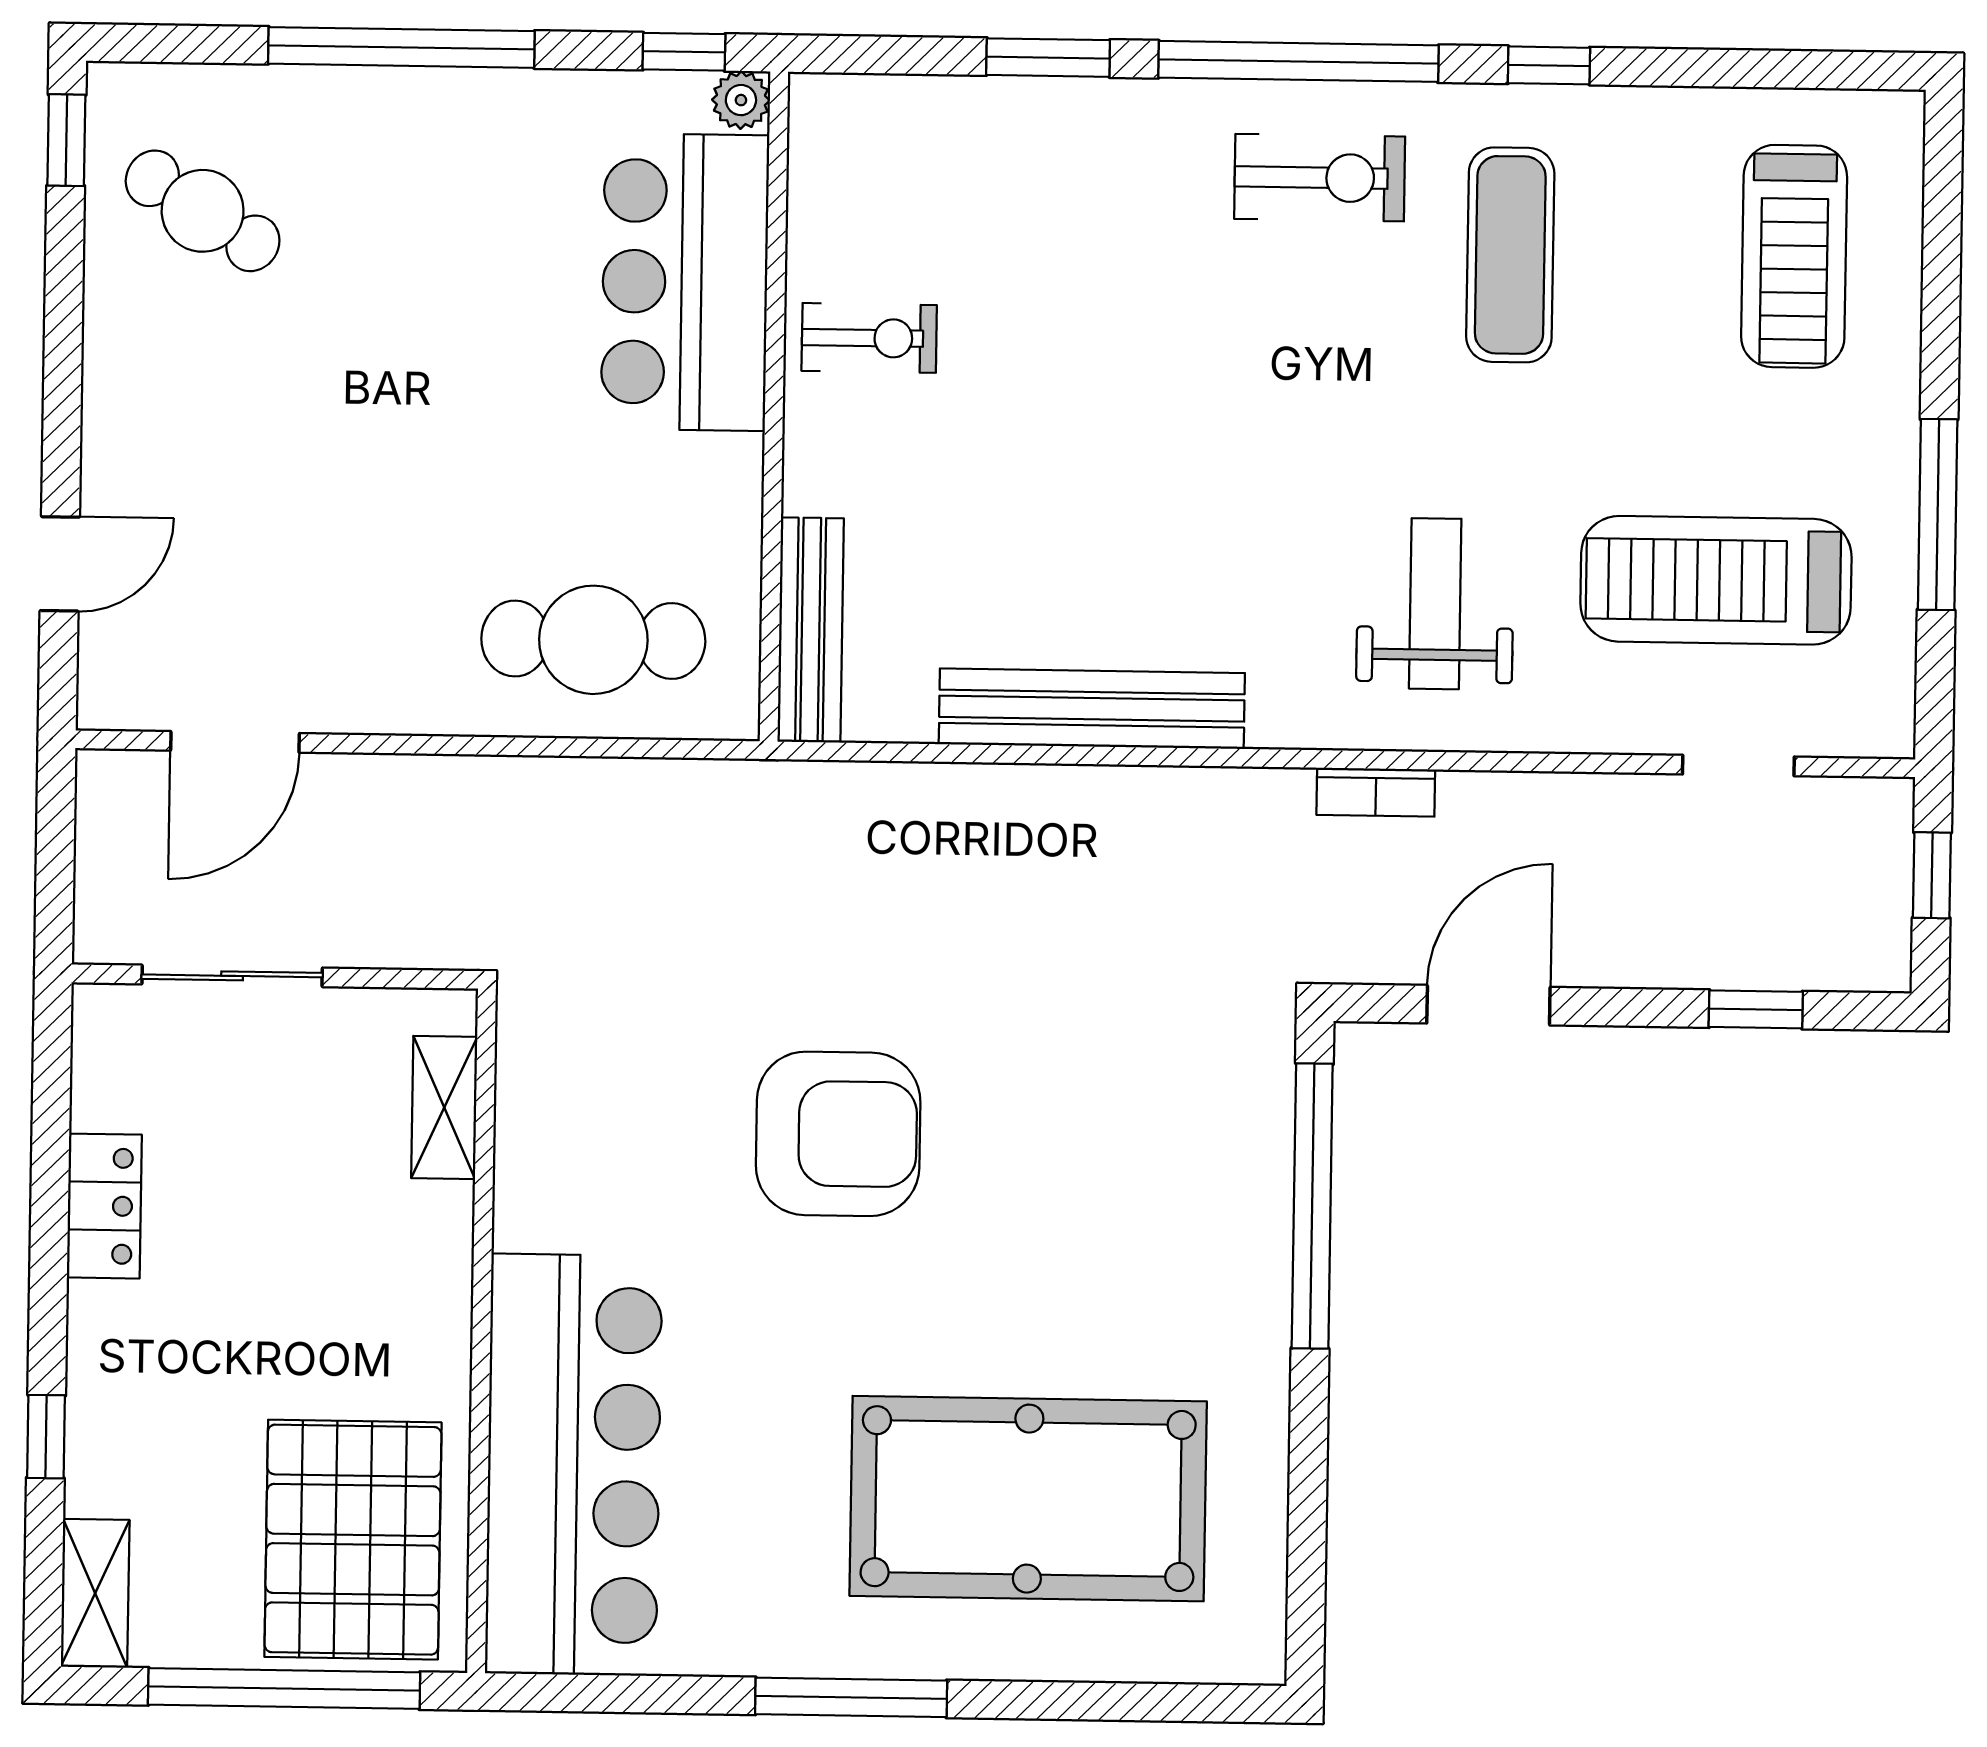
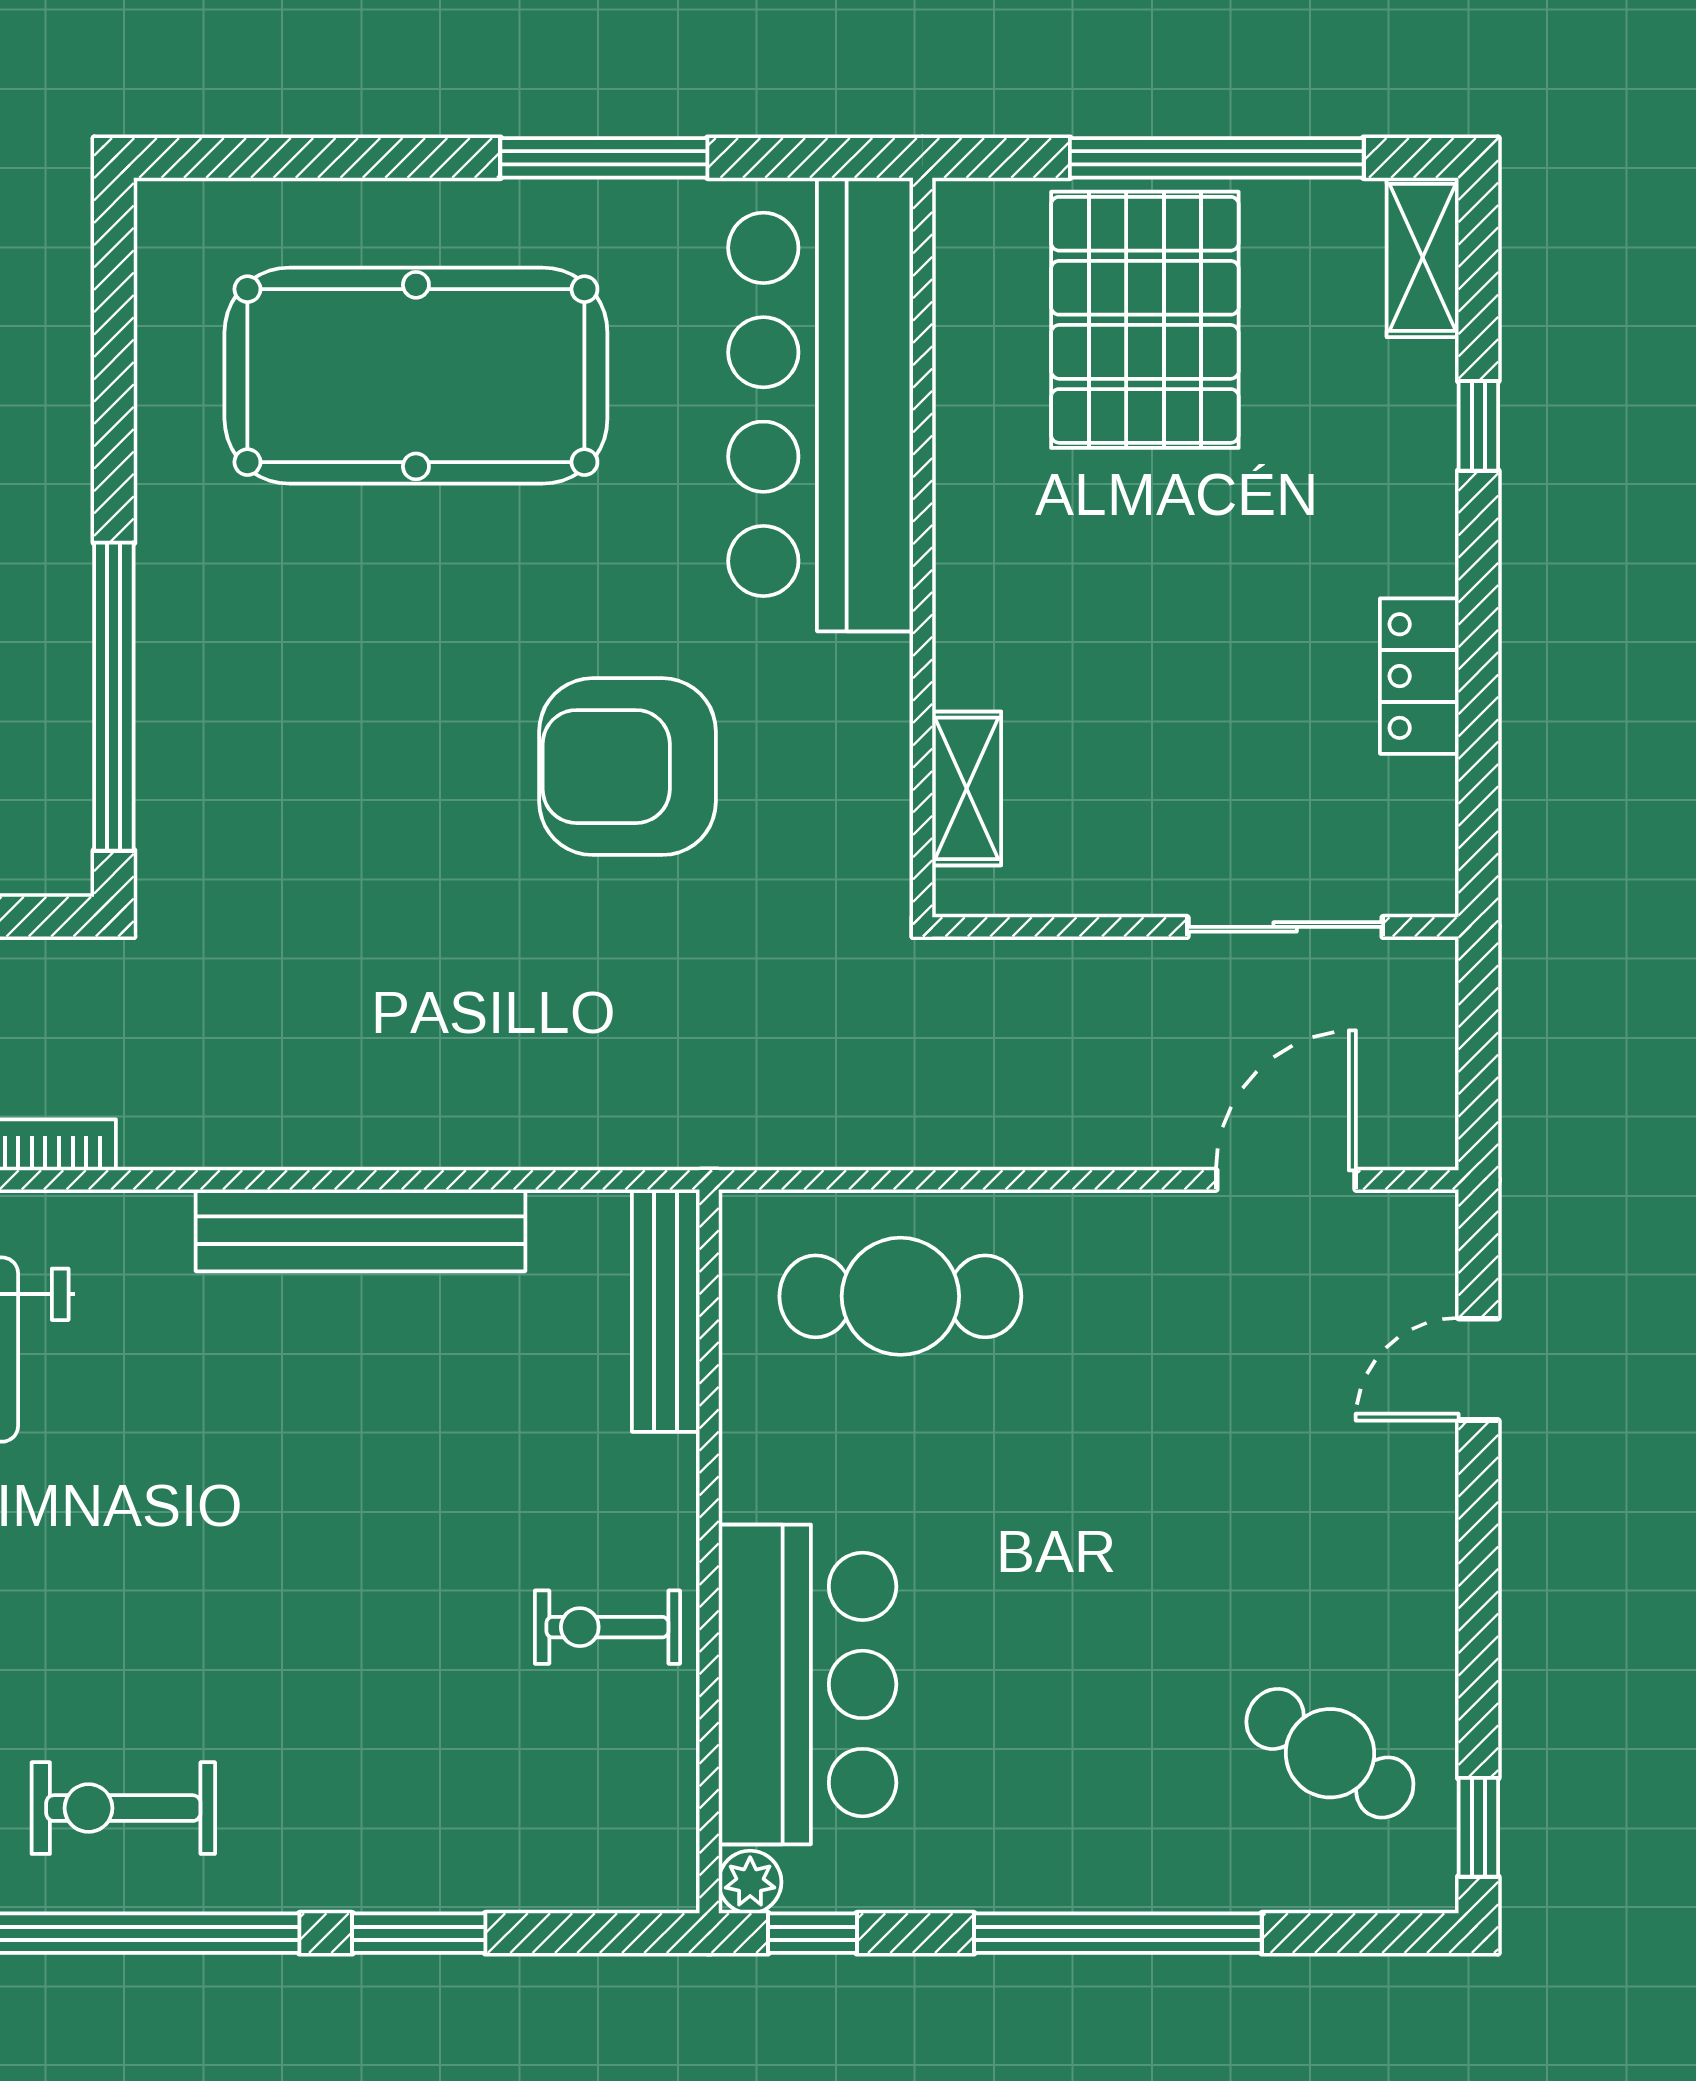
shelving: (444, 1107) -> (967, 788), moved
wall: (481, 1331) -> (923, 547), moved
bar counter: (574, 1465) -> (821, 404), moved

